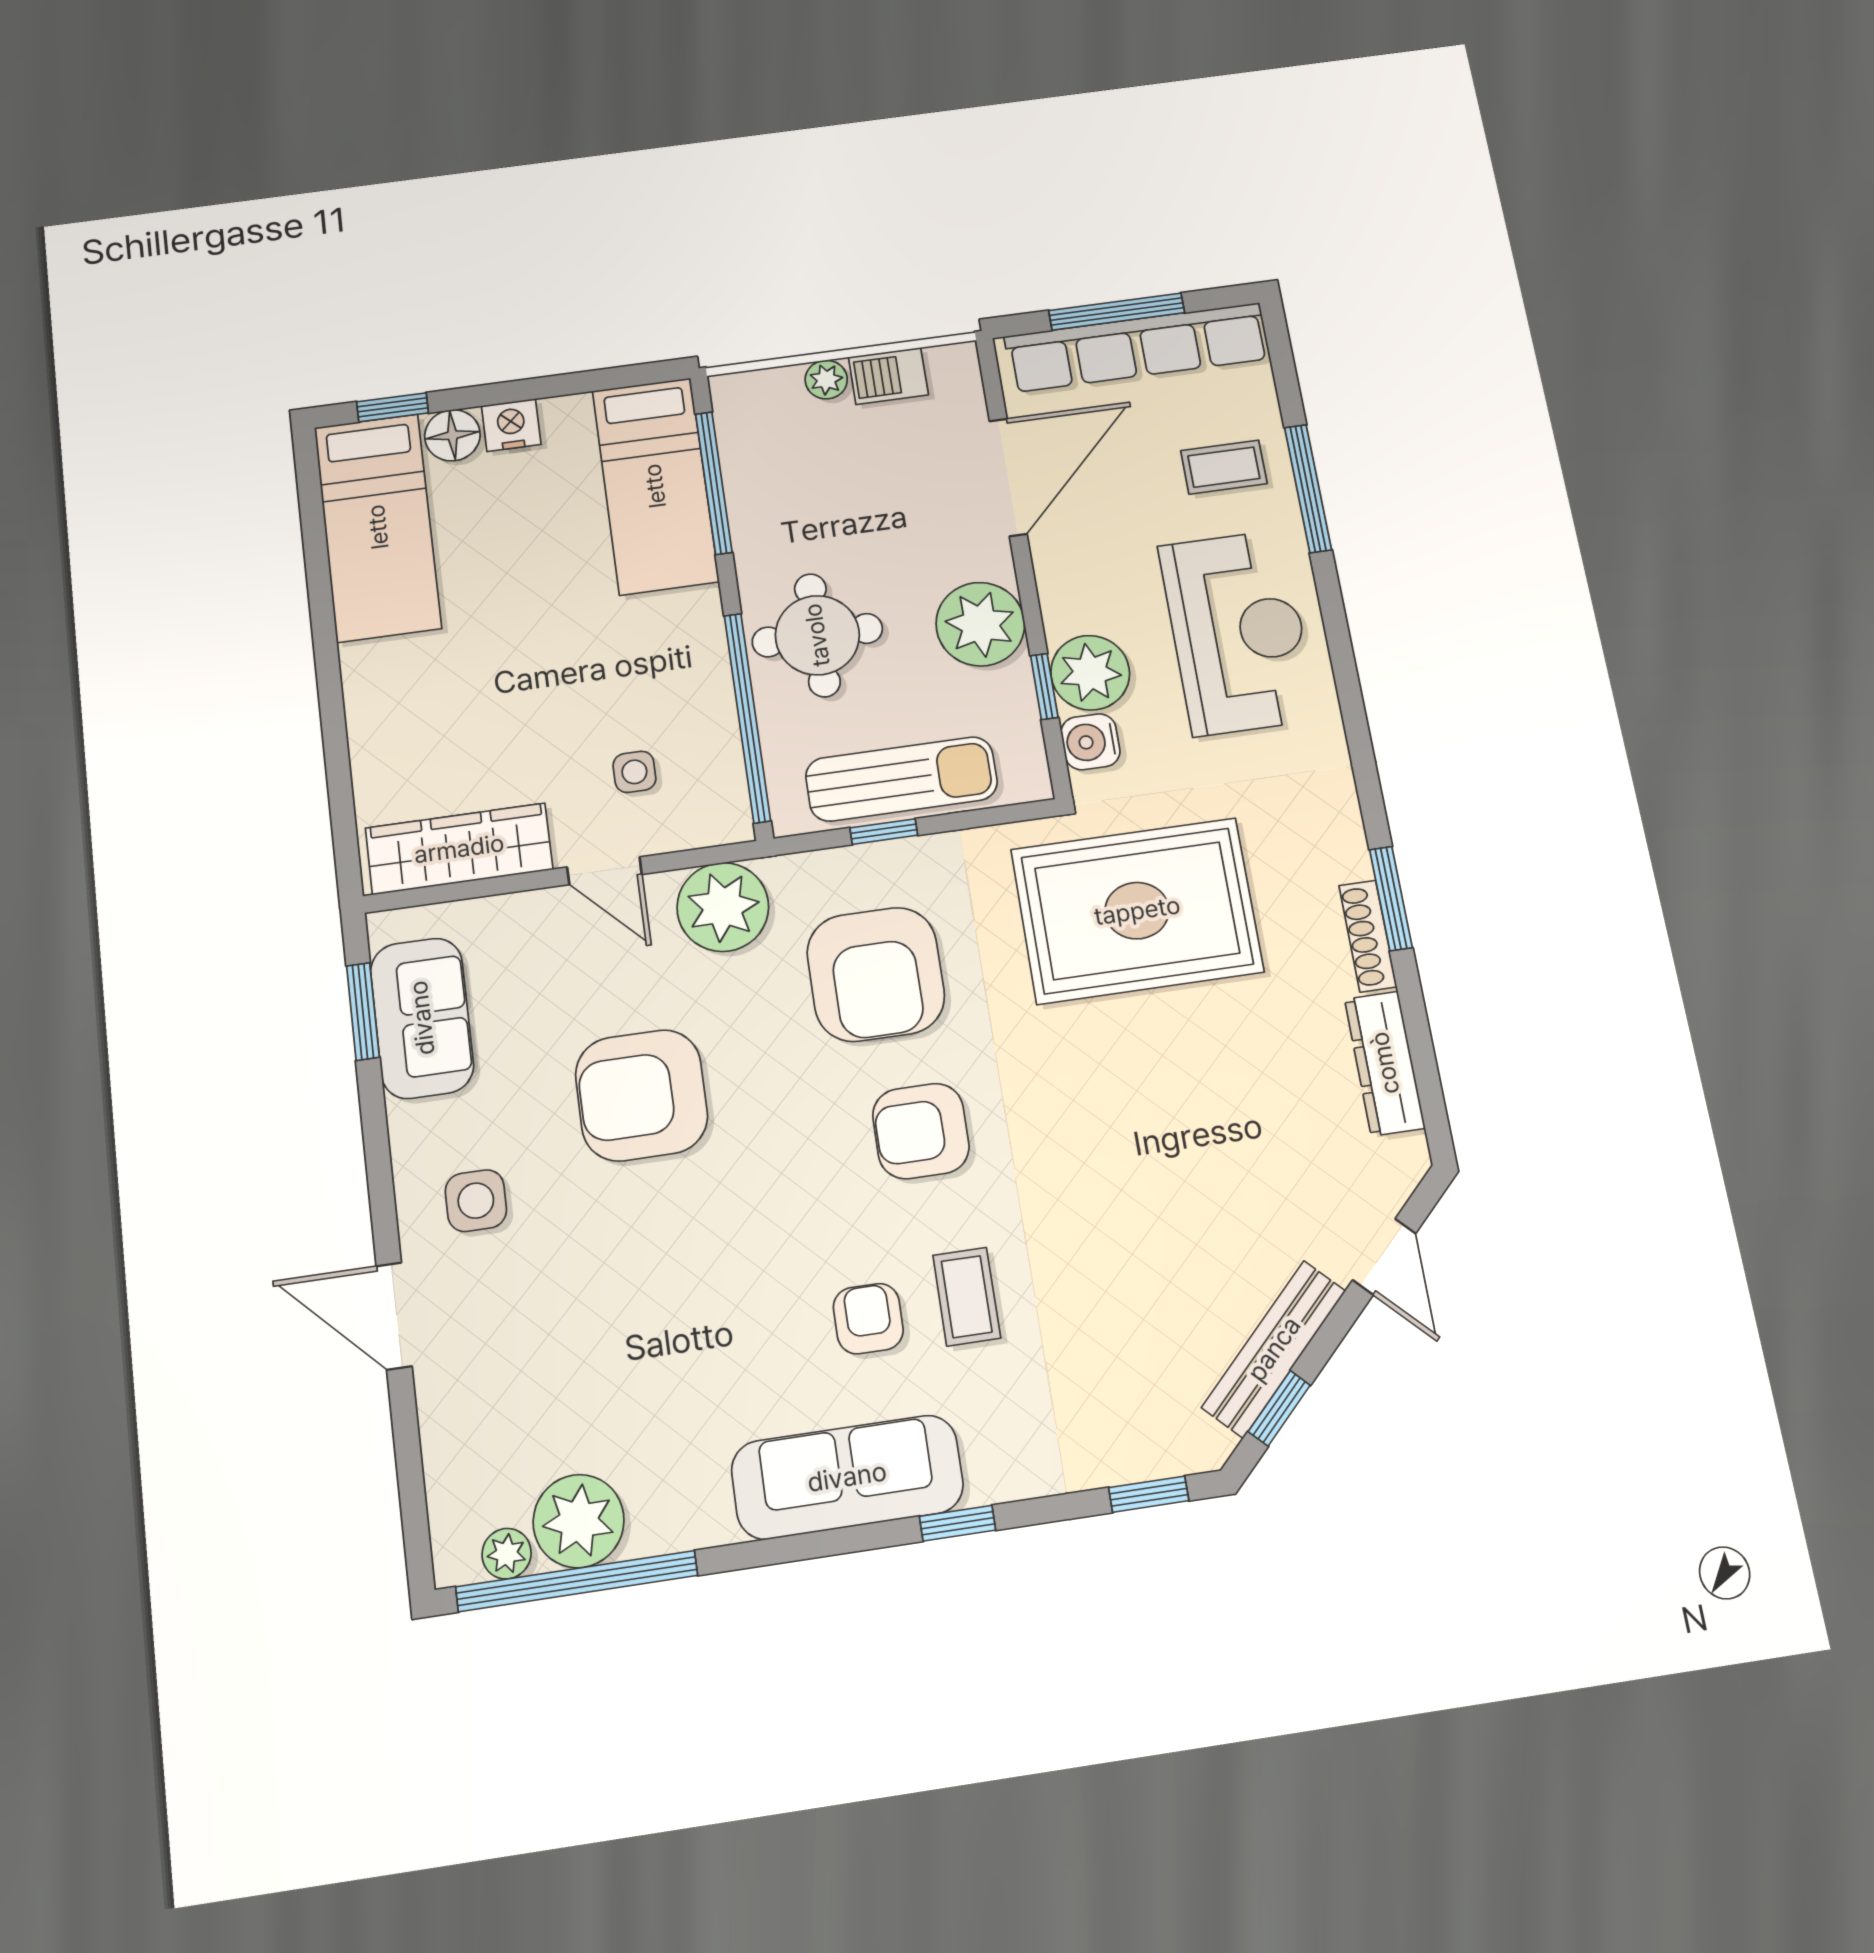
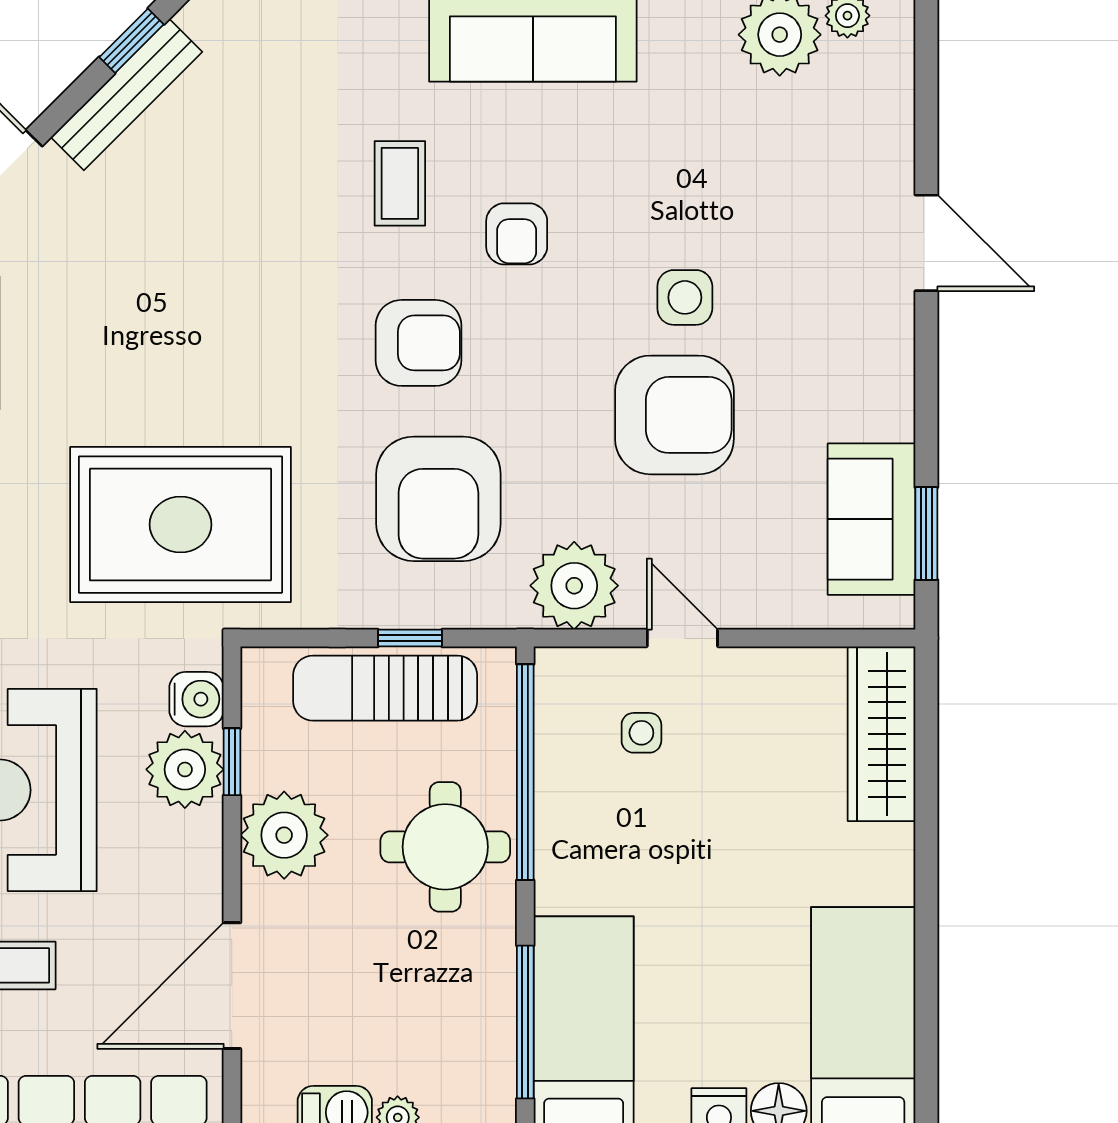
wardrobe: (459, 849) -> (881, 734), moved, turned 90
armchair: (876, 974) -> (438, 499), turned 180
side table: (476, 1201) -> (685, 297), moved
armchair: (868, 1319) -> (517, 234), moved

